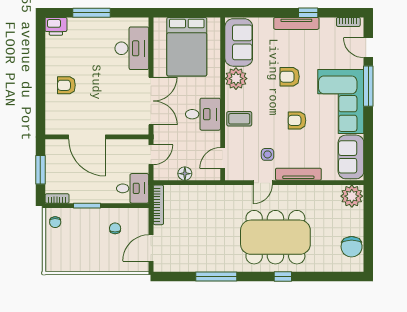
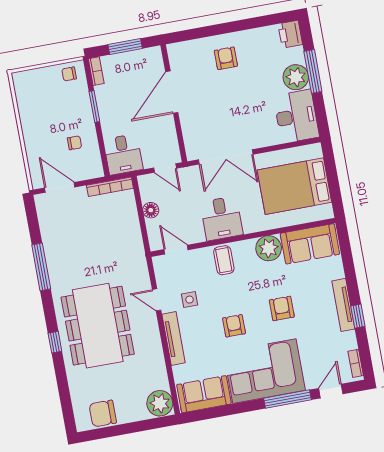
plant: (94, 28) -> (296, 77), added
desk: (132, 48) -> (296, 116), moved, turned -90

